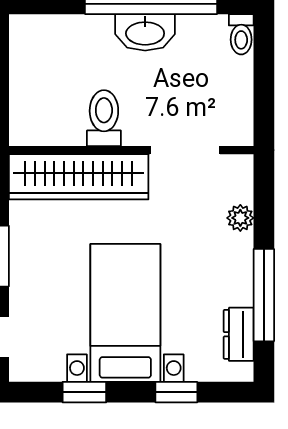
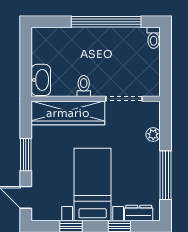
washbasin: (145, 32) -> (41, 80), moved, turned -90
toilet: (104, 118) -> (84, 86), width x0.73, depth x0.72
dresser: (239, 334) -> (139, 213), moved, turned 90

